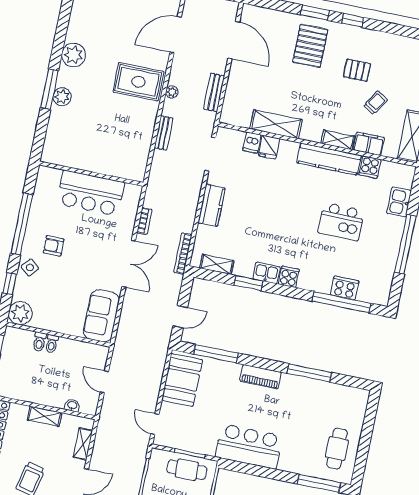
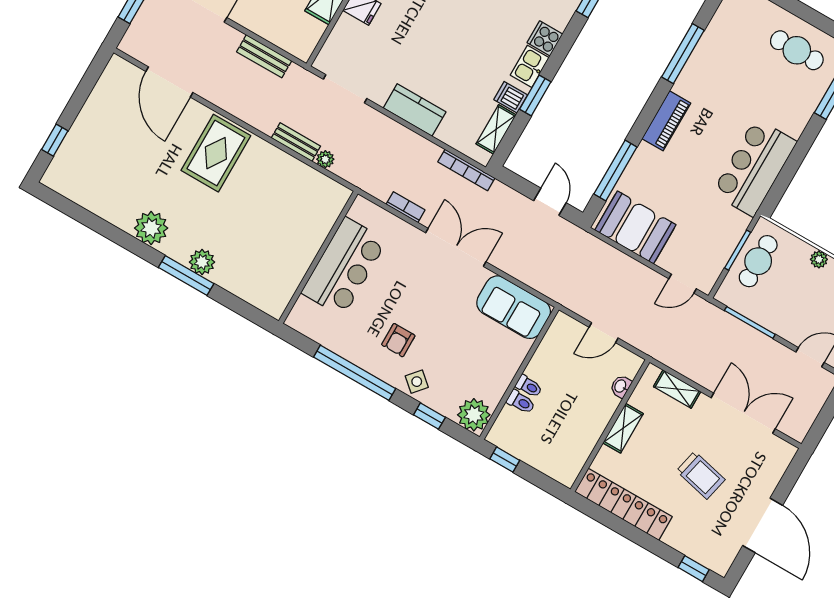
plant: (172, 92) -> (325, 159), moved
dishwasher: (252, 143) -> (511, 97), moved, turned 180

